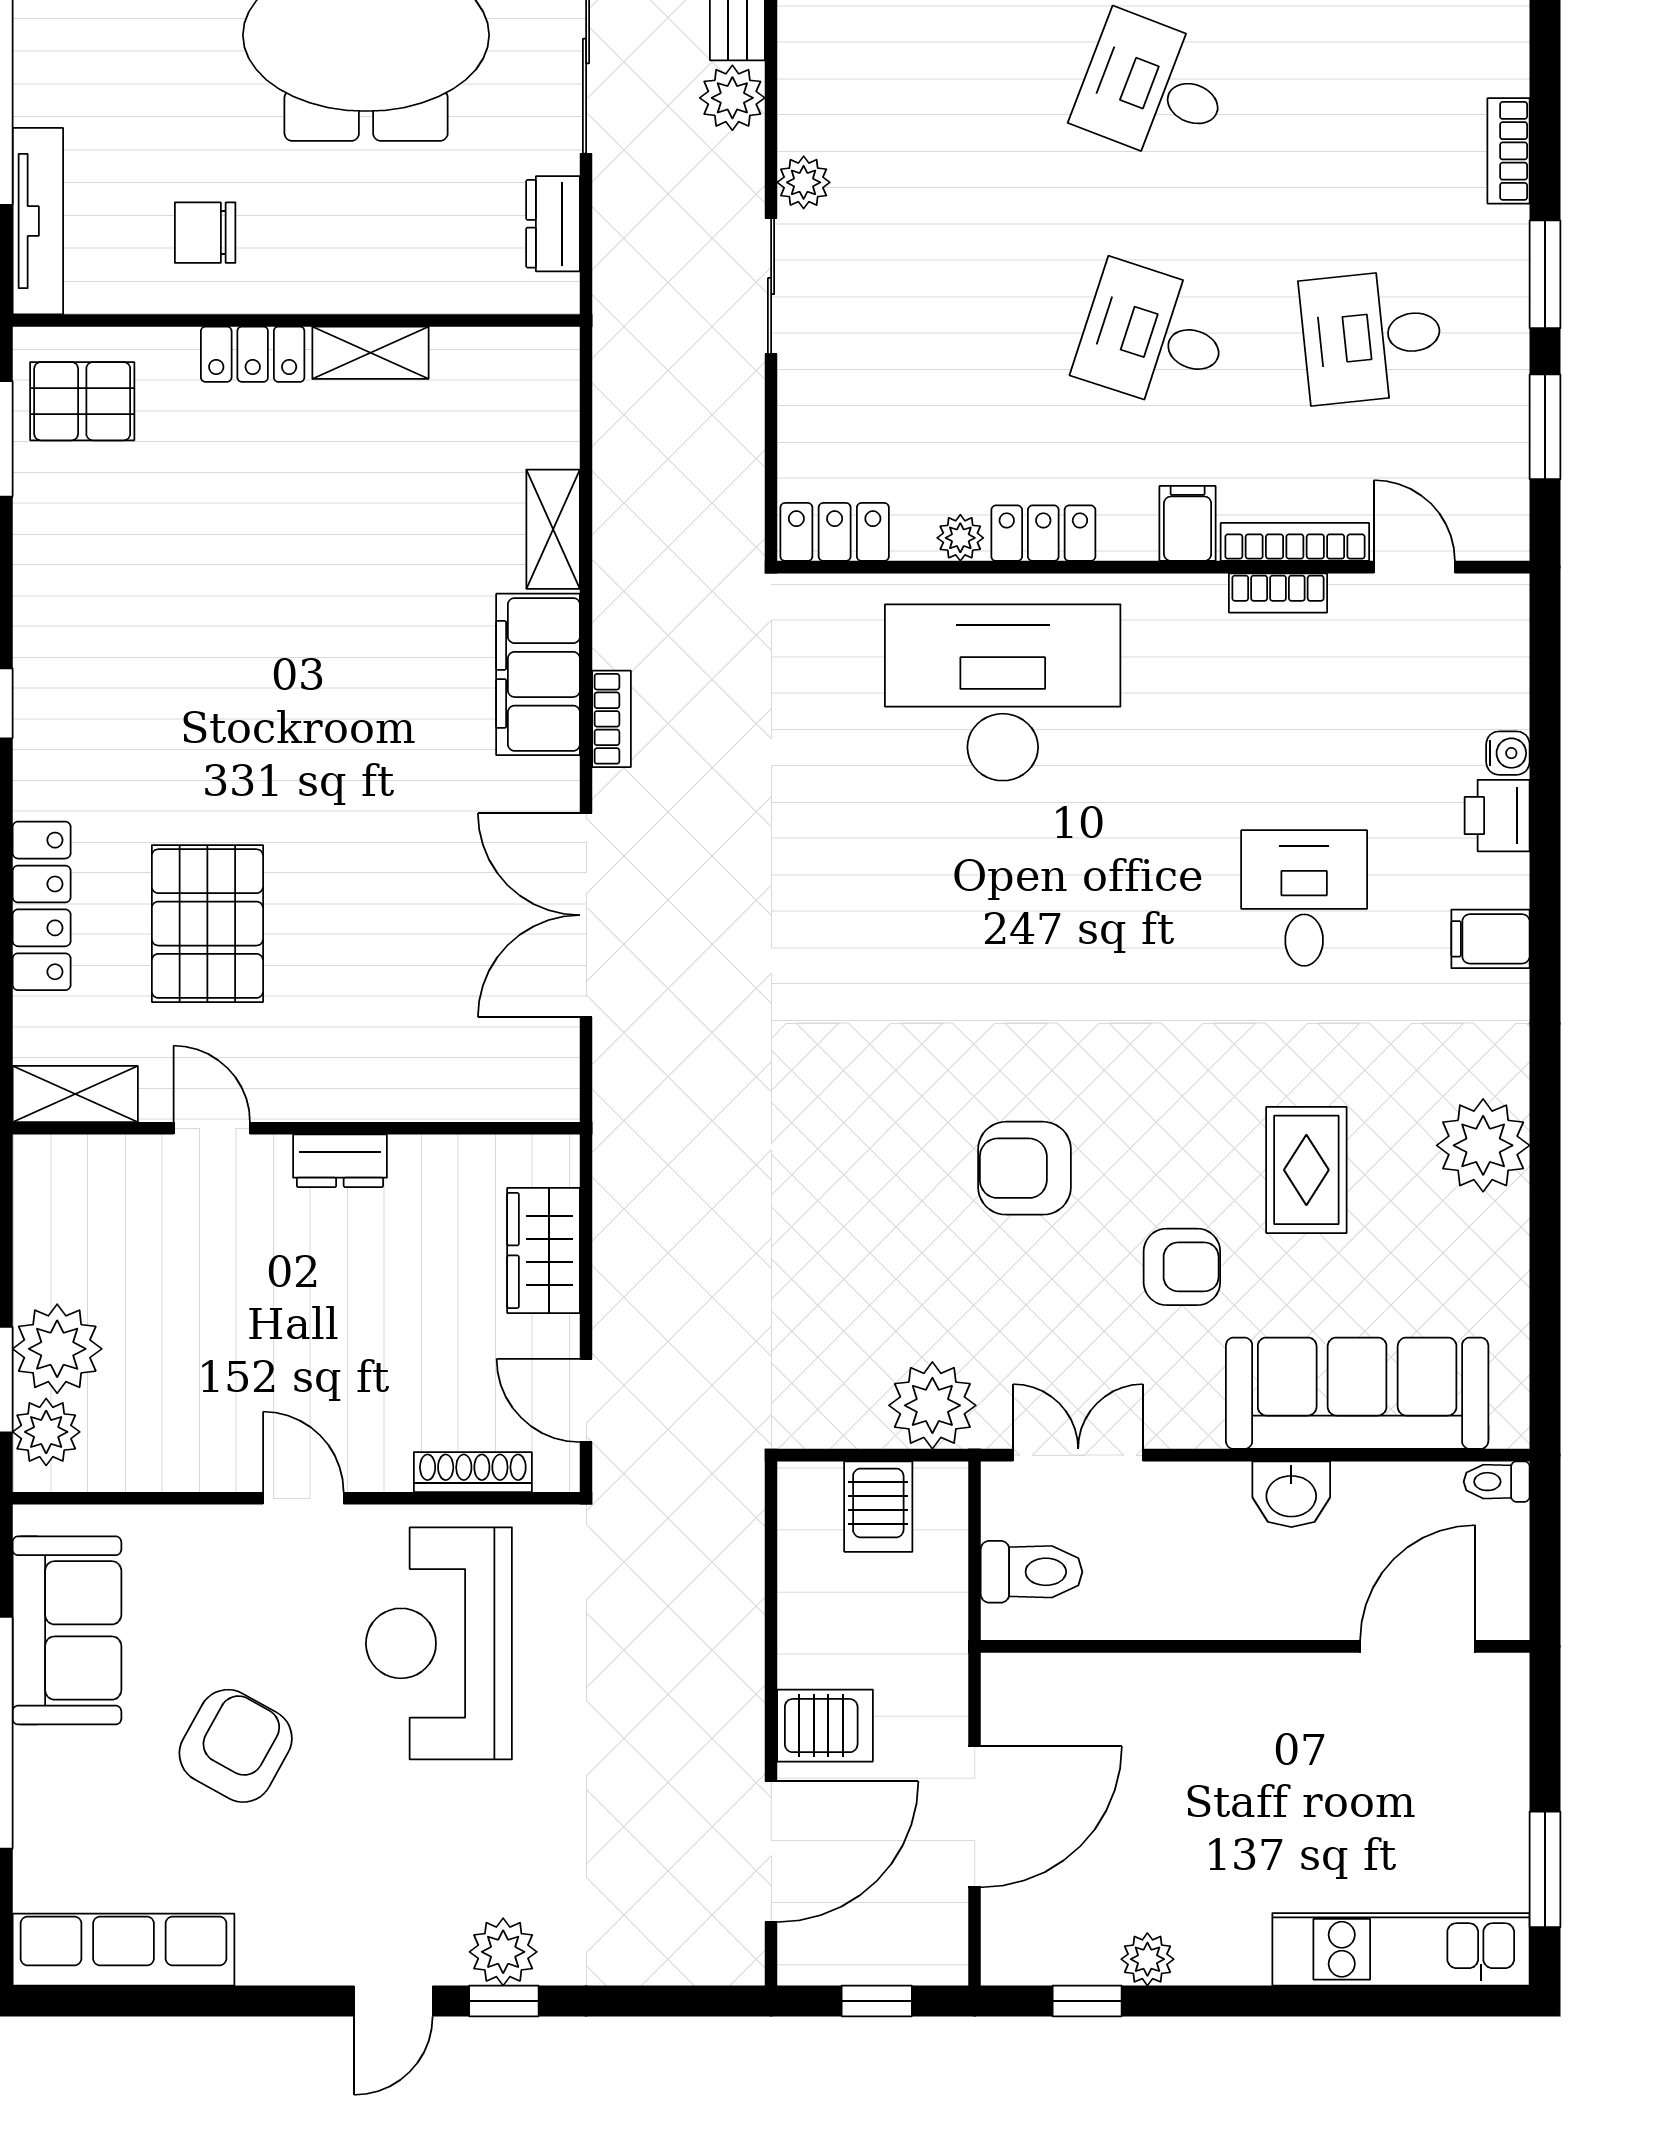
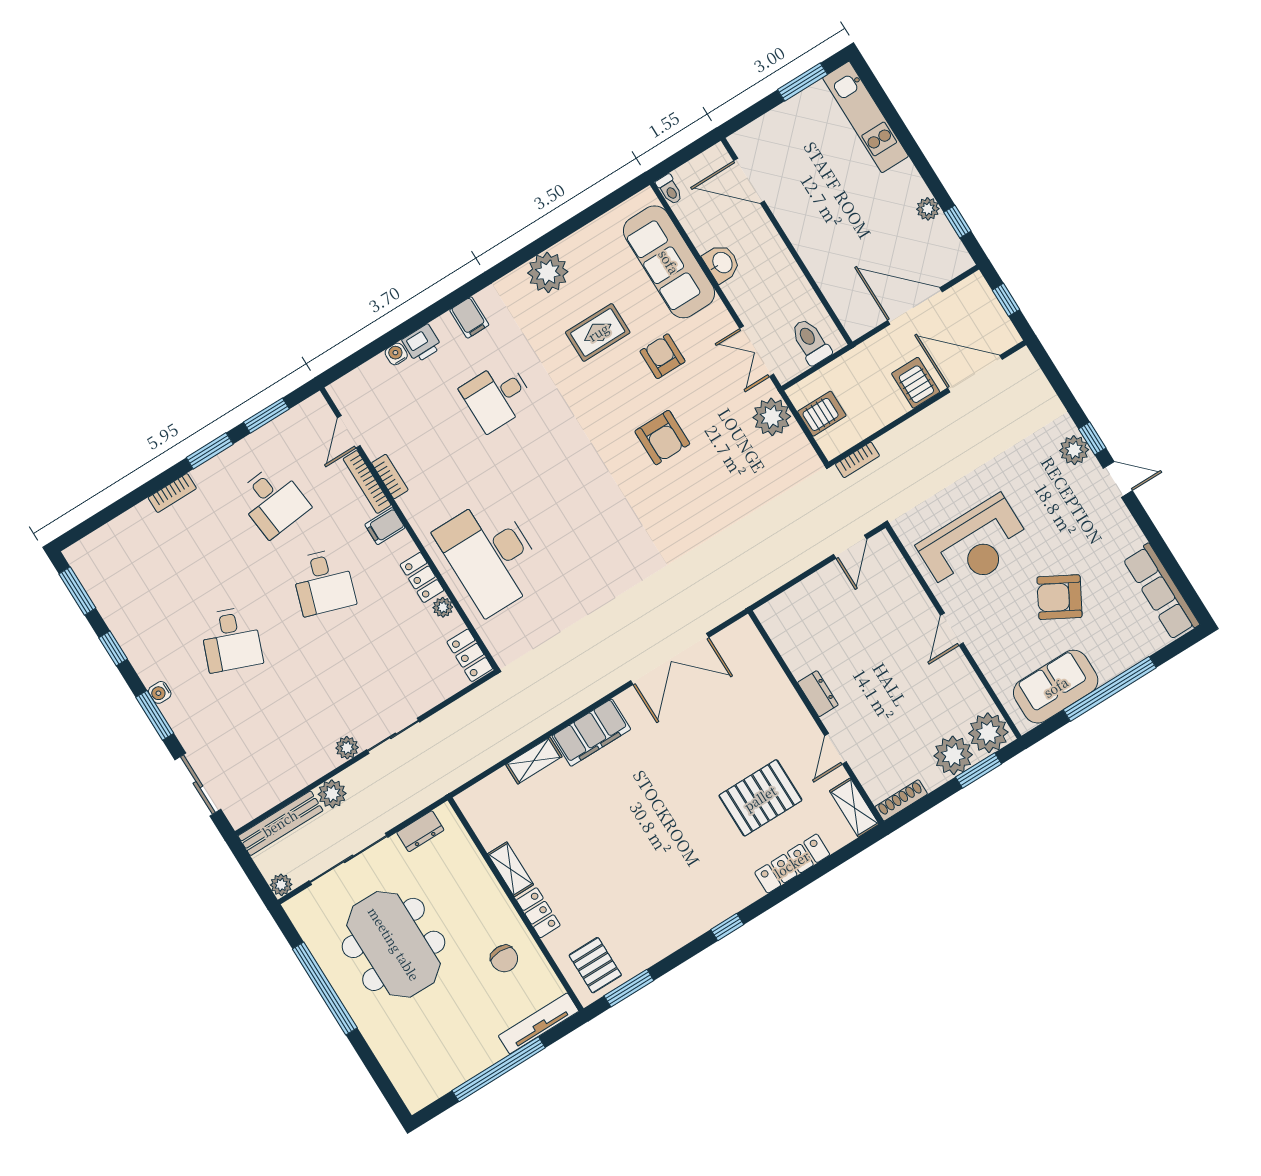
bookcase: (612, 719) -> (857, 460), moved, turned 180
wardrobe: (544, 1250) -> (804, 597), removed
plant: (46, 1432) -> (988, 733), width x1.36, depth x1.36
shoe rack: (473, 1472) -> (901, 800), moved, turned 90

